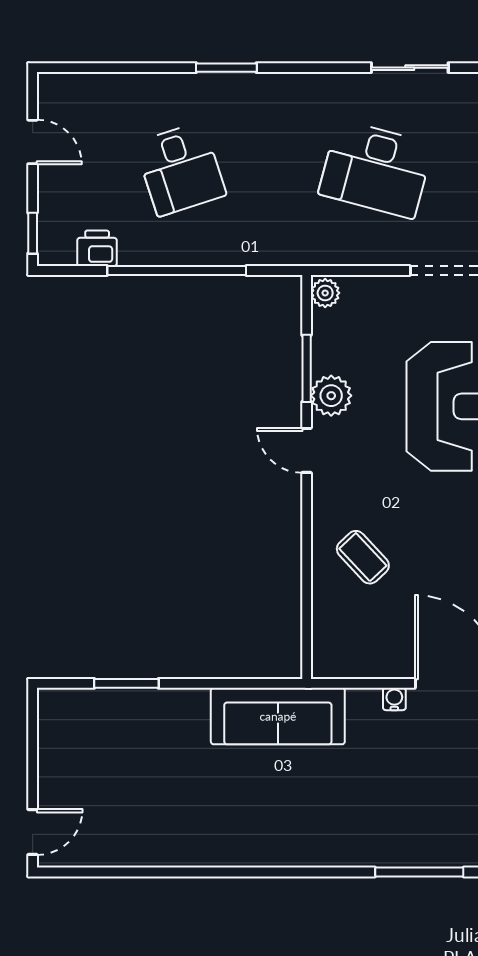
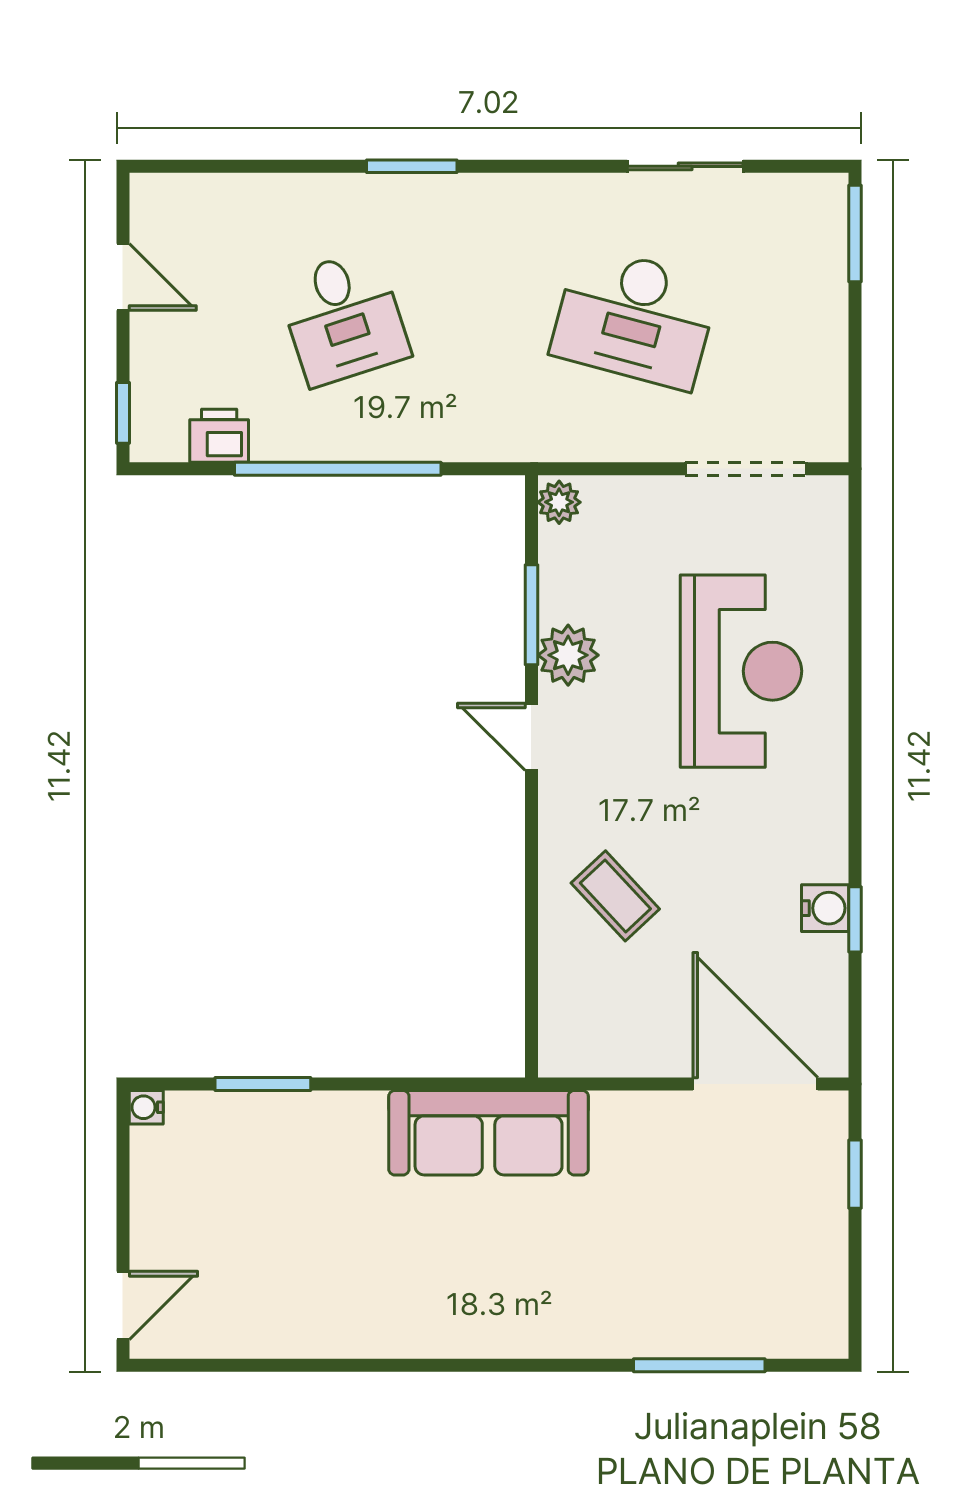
water cooler: (394, 699) -> (146, 1107), moved, turned -90

